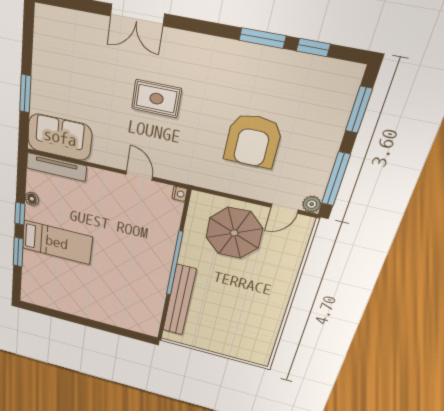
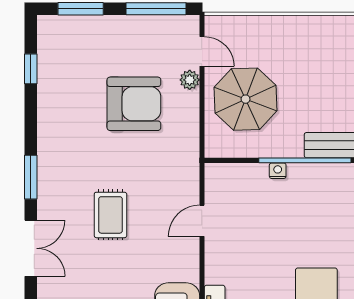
window: (262, 38) -> (31, 177), moved
nightstand: (180, 194) -> (278, 171), moved
plant: (312, 204) -> (190, 80), moved

